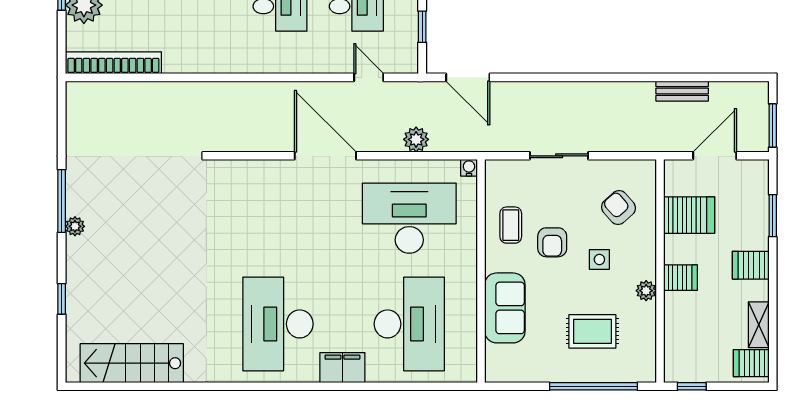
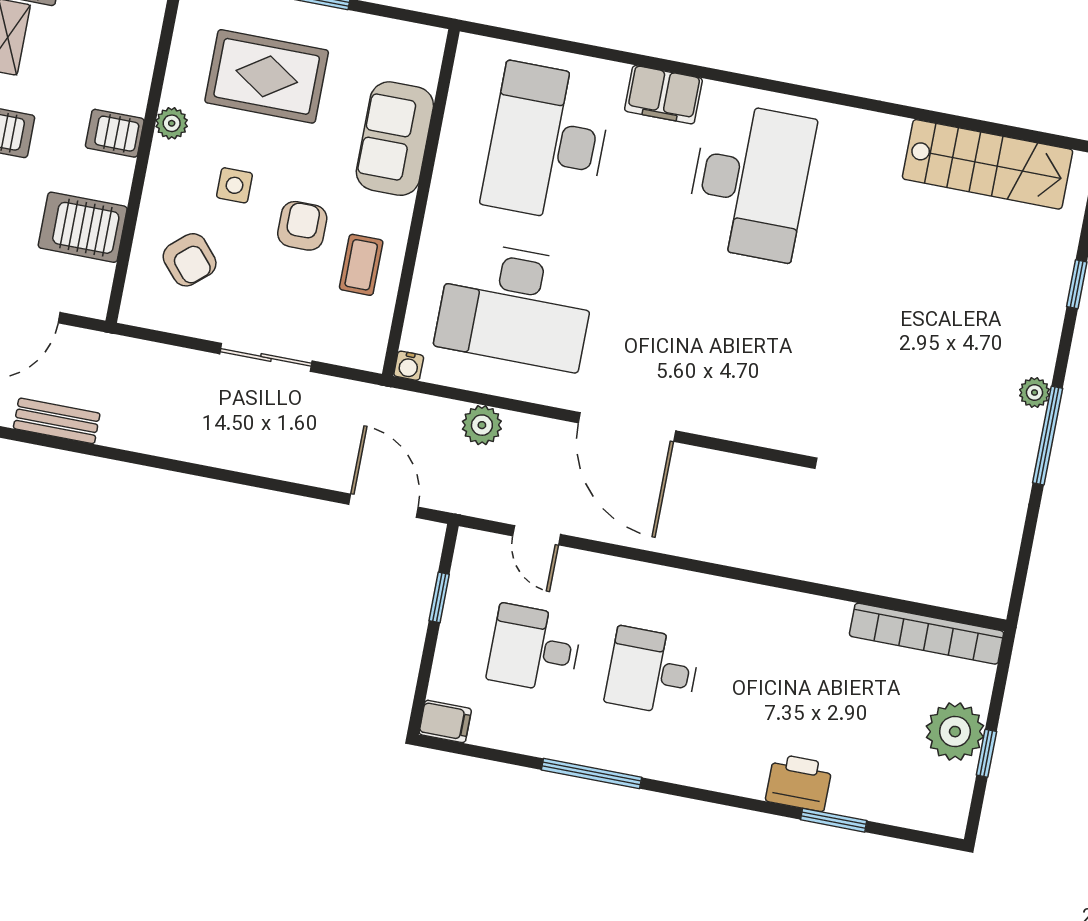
rug: (592, 331) -> (267, 76), width x1.36, depth x1.43

